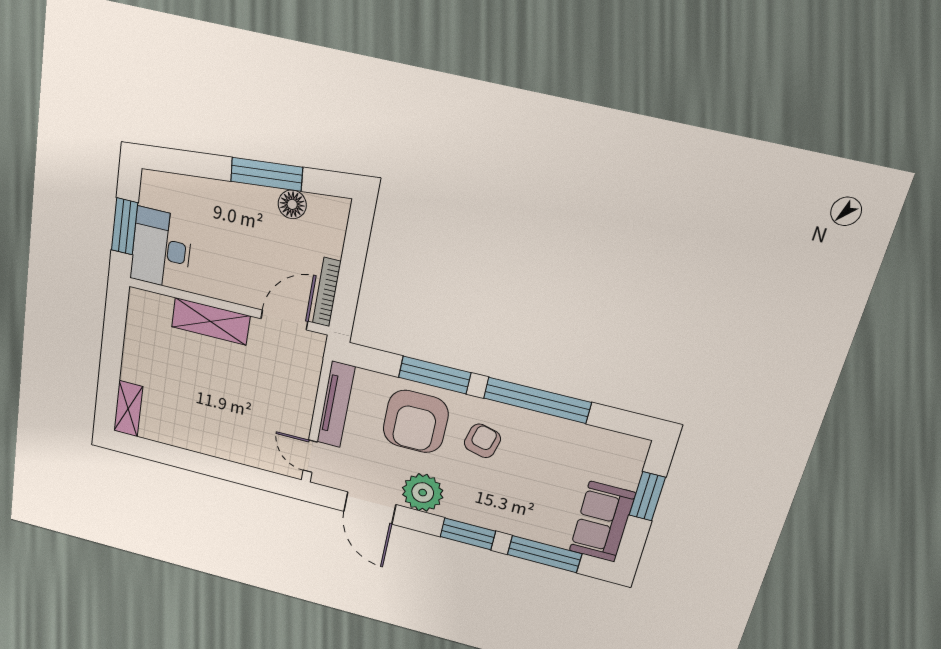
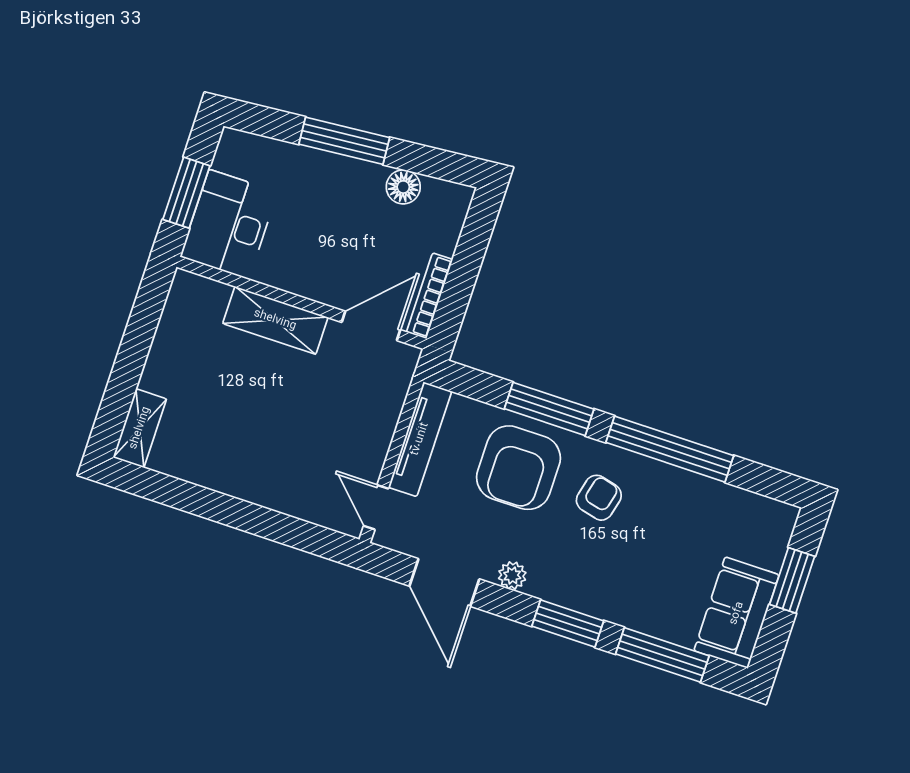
window: (267, 174) -> (344, 141), moved
plant: (423, 493) -> (512, 576), width x0.53, depth x0.53

